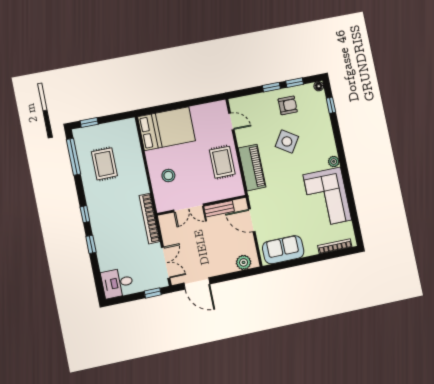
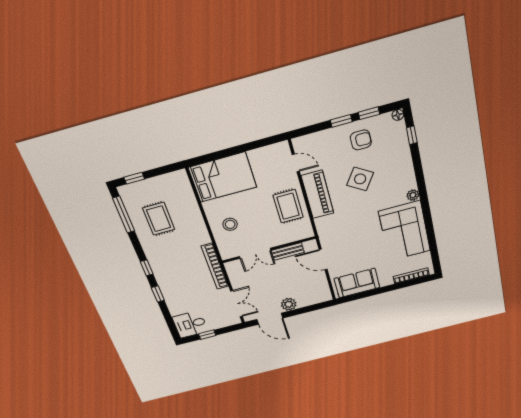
piano: (252, 168) -> (318, 194), moved
plant: (244, 262) -> (289, 304), moved
window: (153, 293) -> (207, 335), moved

